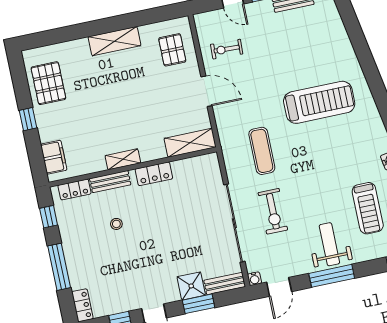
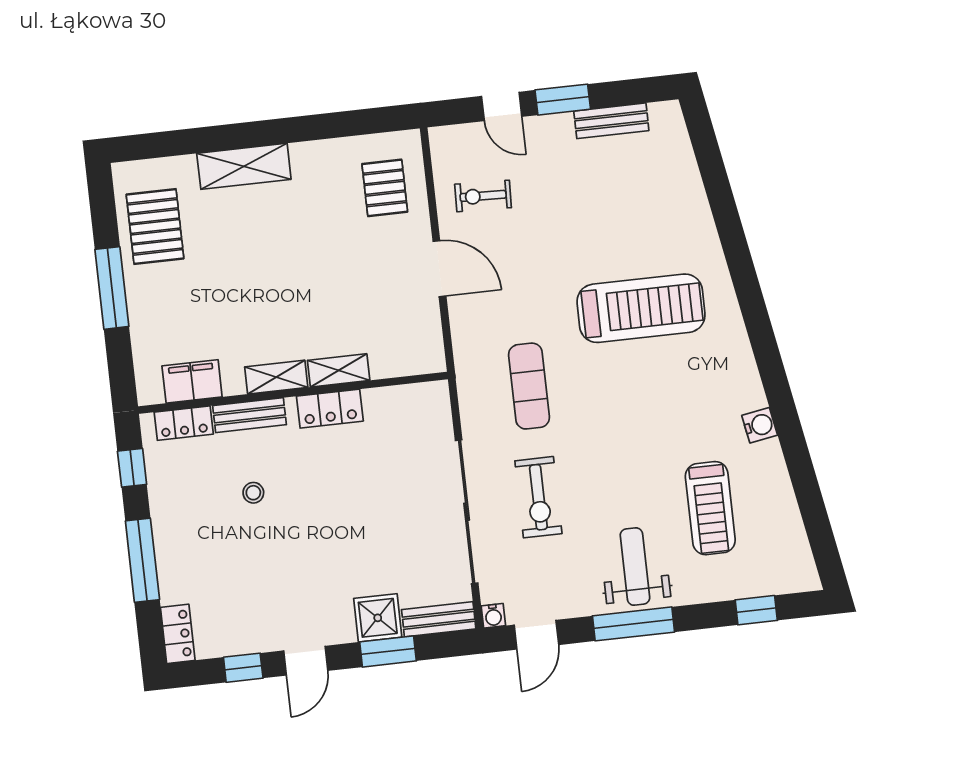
shelving: (114, 41) -> (244, 166), moved
window: (28, 119) -> (112, 288), width x2.17
shelving: (190, 143) -> (339, 370), moved, width x0.67, depth x0.75
filing cabinet: (54, 157) -> (192, 381), moved, turned -90

